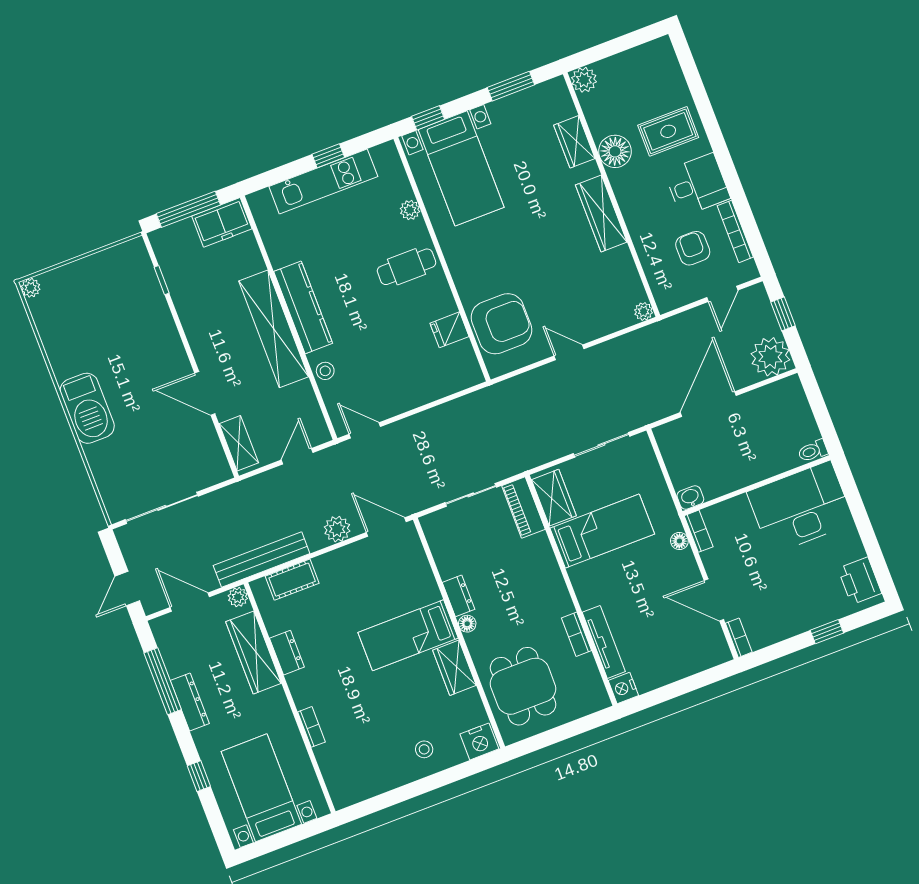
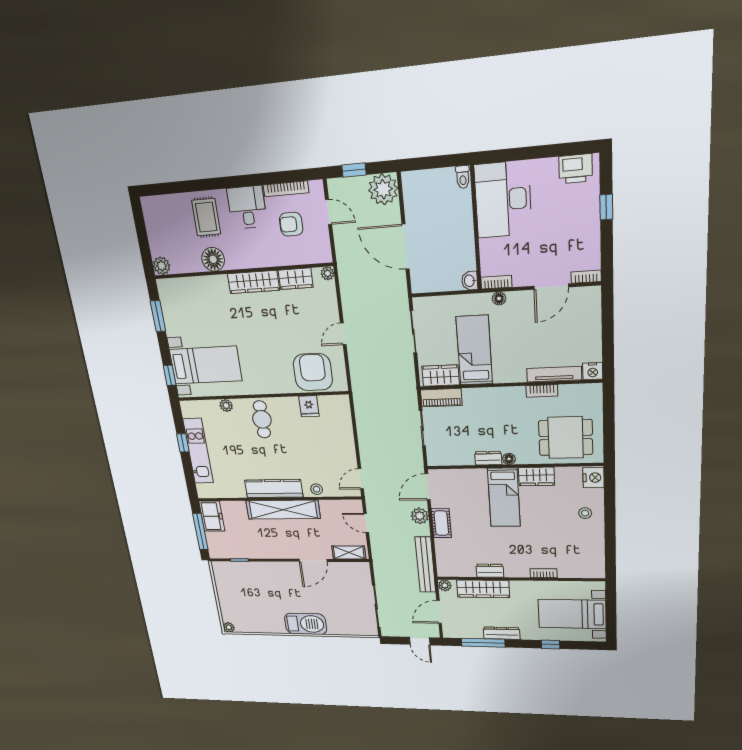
wardrobe: (574, 142) -> (296, 279), moved
cot: (292, 580) -> (441, 523), moved

